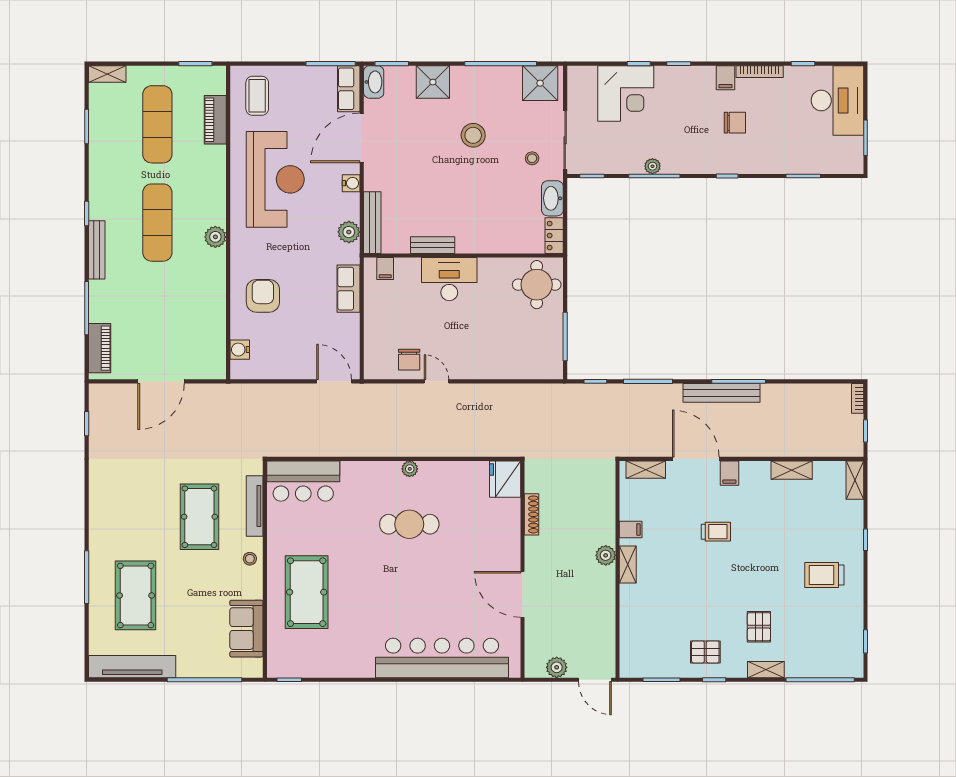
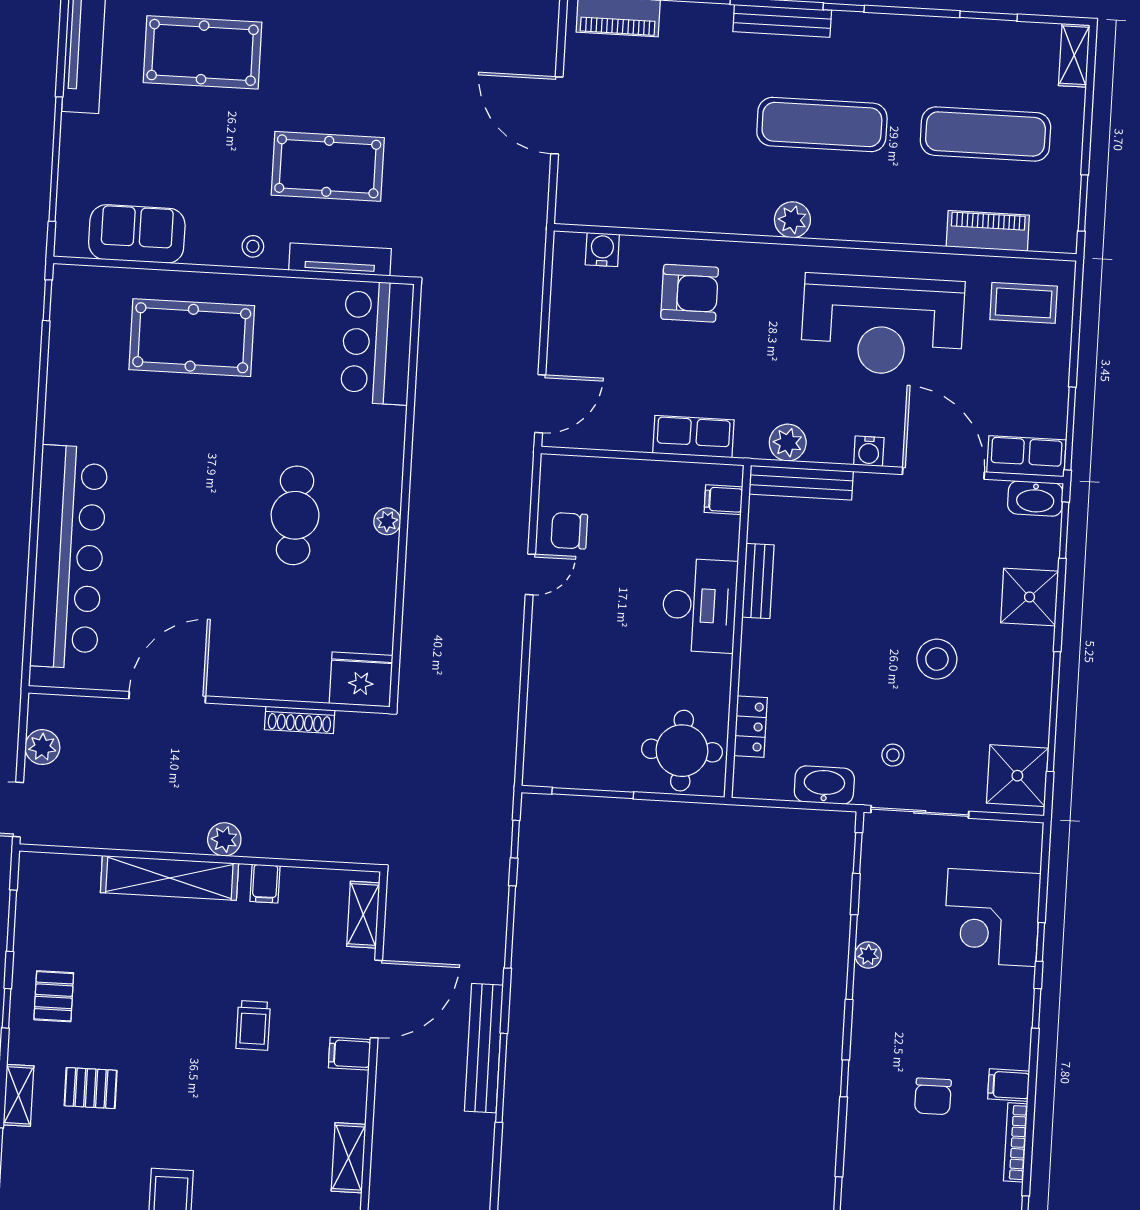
locker: (554, 236) -> (751, 727), moved, turned 90
shelving: (628, 565) -> (169, 878), width x2.20, depth x1.33

